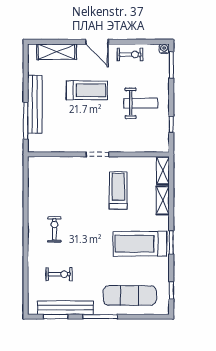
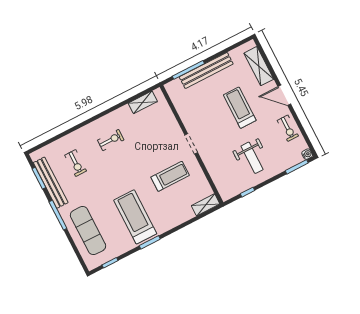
door: (97, 42) -> (284, 95), hinge flipped
treadmill: (87, 90) -> (240, 108), turned 180
shelving: (163, 200) -> (143, 102), moved

